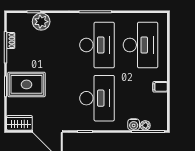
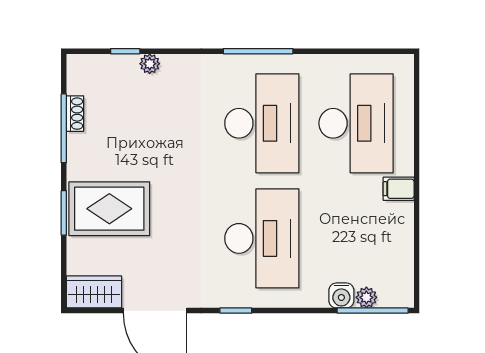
plant: (41, 22) -> (150, 64), width x0.53, depth x0.53
filing cabinet: (160, 87) -> (399, 189), moved

